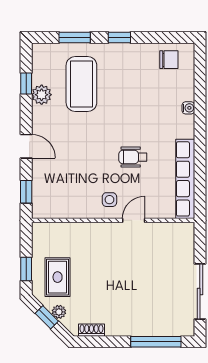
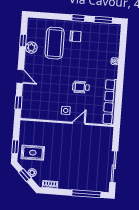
window: (75, 37) -> (103, 20), moved
chair: (169, 60) -> (75, 36), moved
rug: (58, 277) -> (33, 153), turned 90

